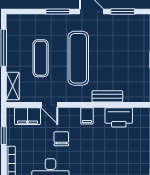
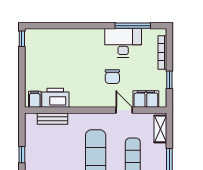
bench: (107, 96) -> (52, 119), moved
filing cabinet: (87, 116) -> (35, 99), moved

